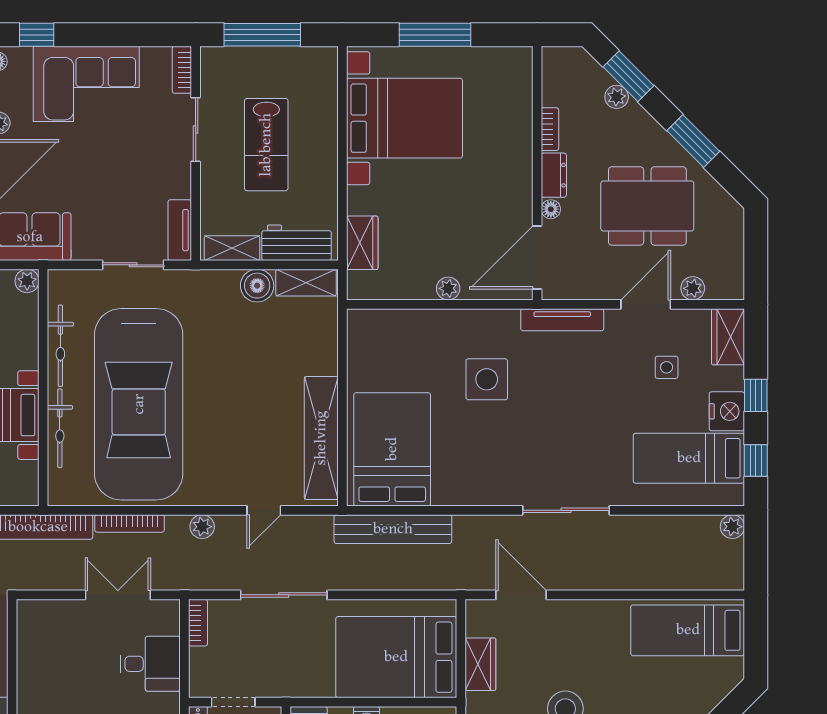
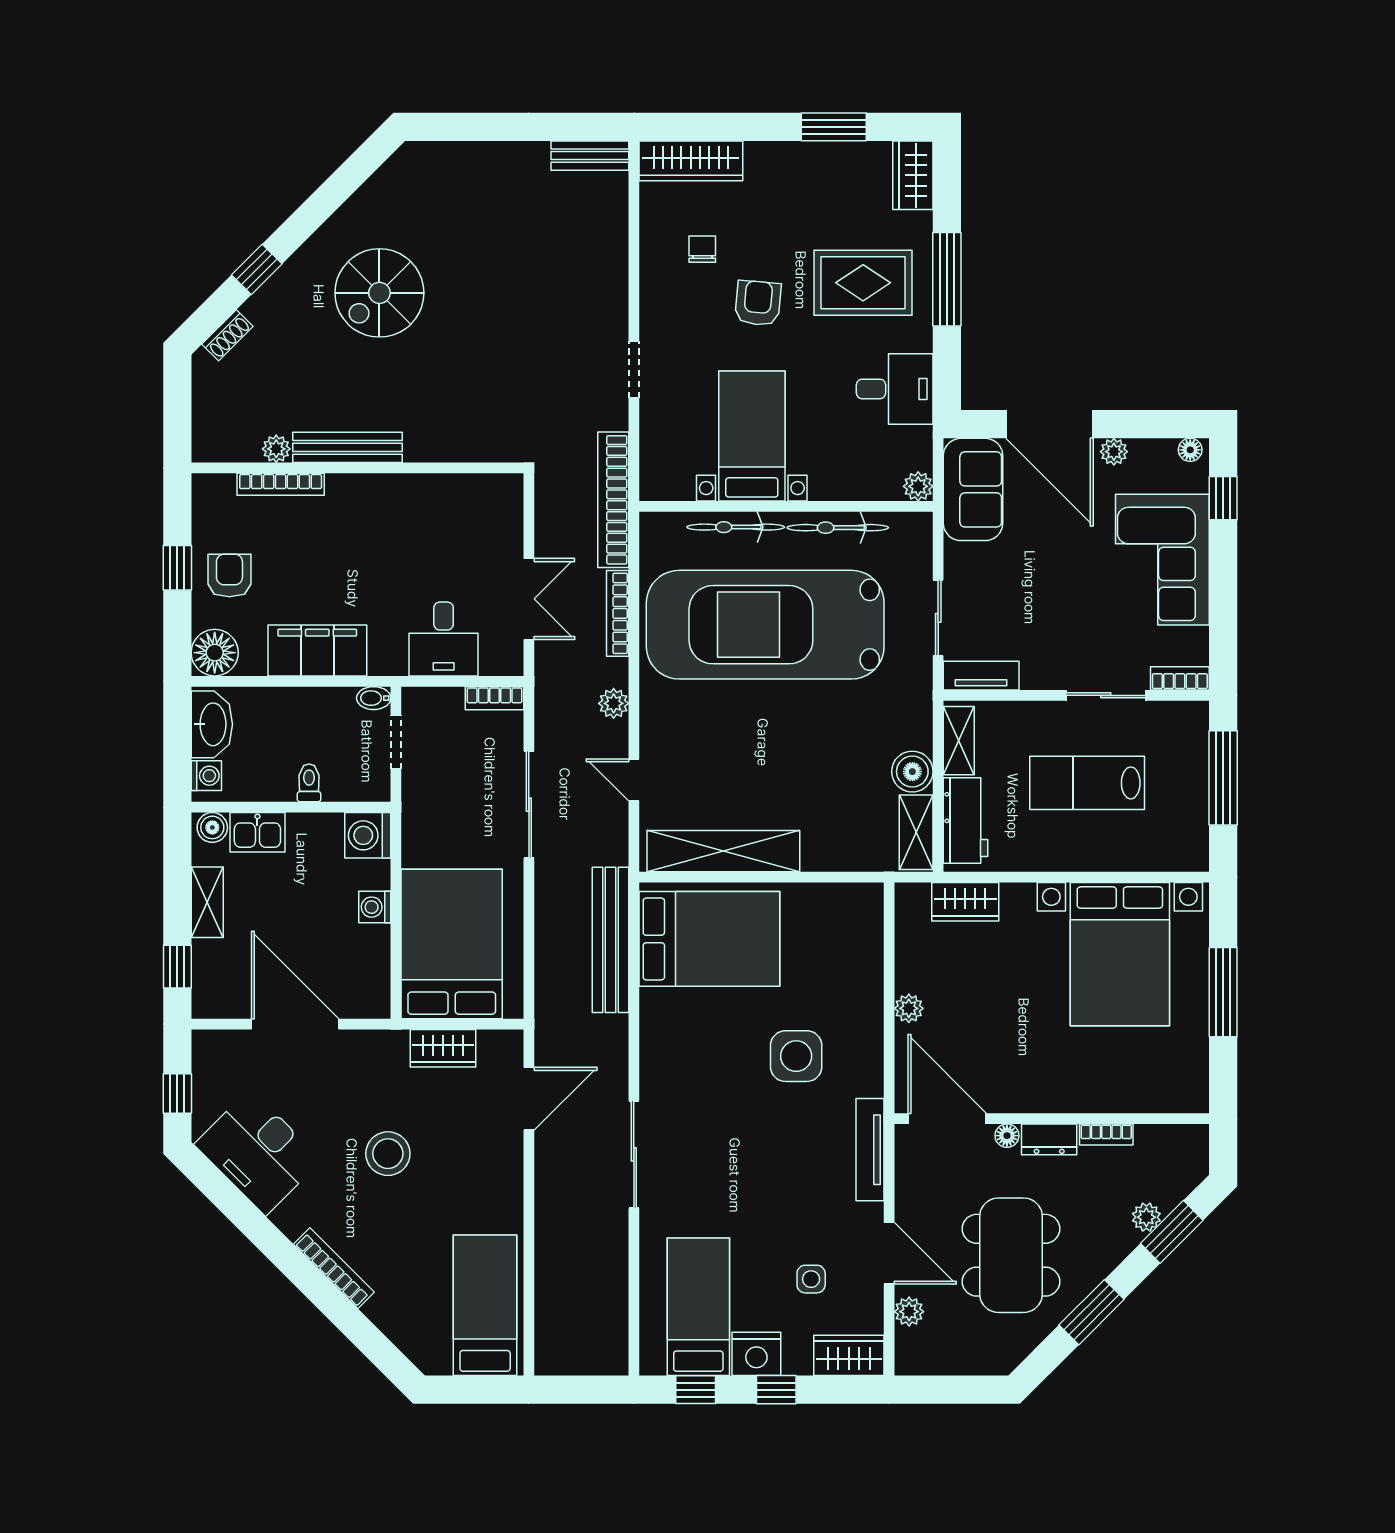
plant: (732, 527) -> (614, 1361), removed

